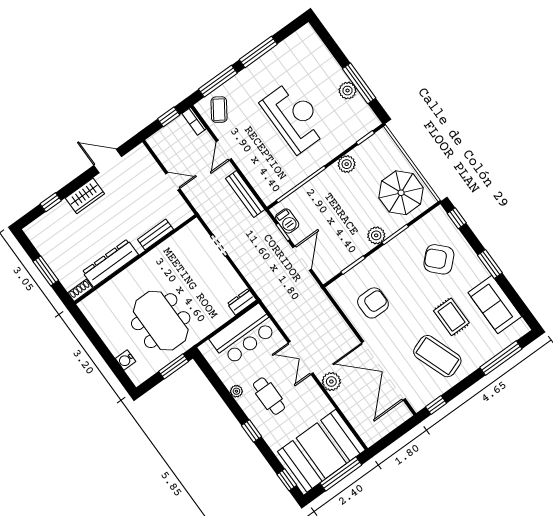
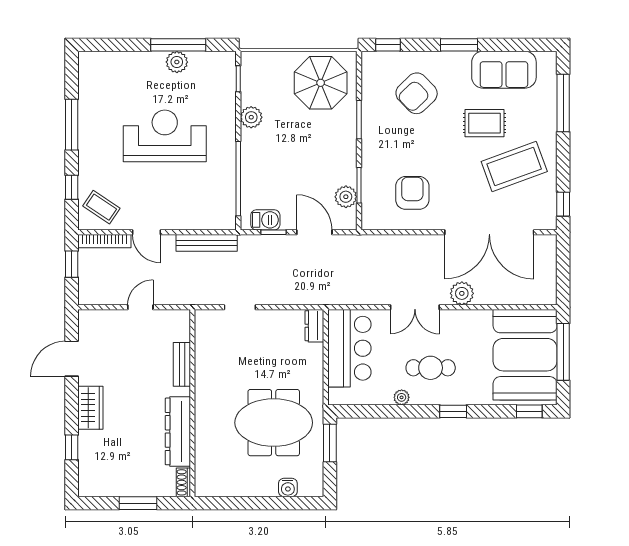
window: (218, 81) -> (72, 187), width x0.46
bookcase: (194, 121) -> (104, 241), width x1.56
plant: (376, 235) -> (346, 197), moved

